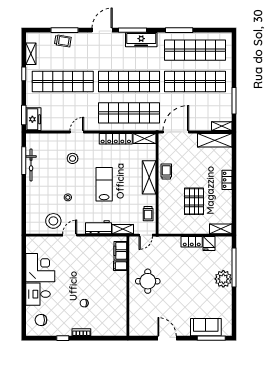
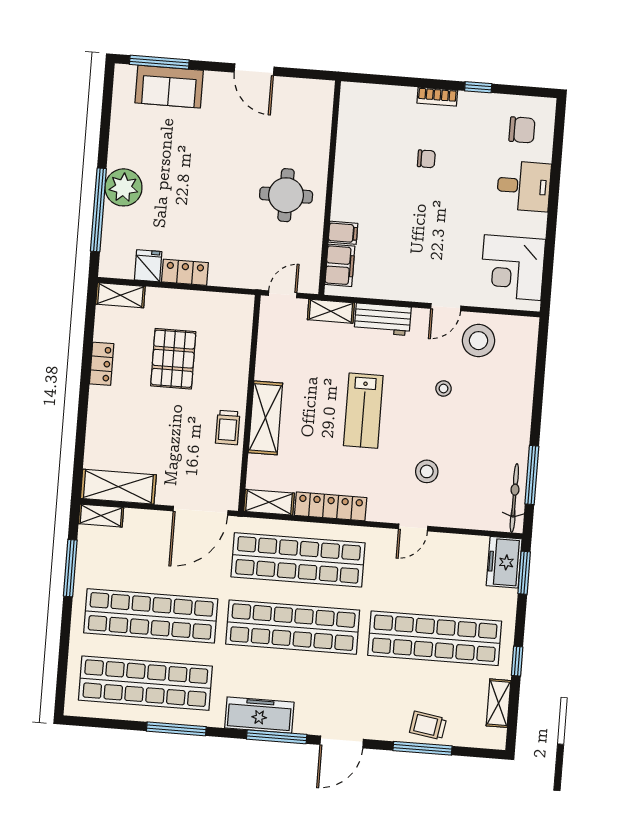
bicycle: (31, 165) -> (514, 498), moved
locker: (227, 180) -> (102, 364), moved
trolley: (148, 214) -> (274, 340), removed
corner desk: (40, 268) -> (513, 268), moved

